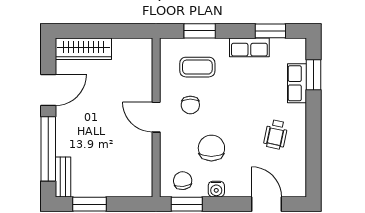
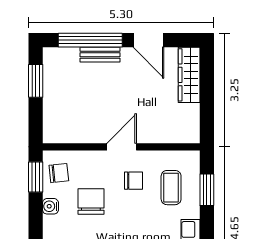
chair: (190, 105) -> (134, 181), turned 180
chair: (211, 148) -> (91, 201), turned -90
bench: (63, 177) -> (100, 55), moved

